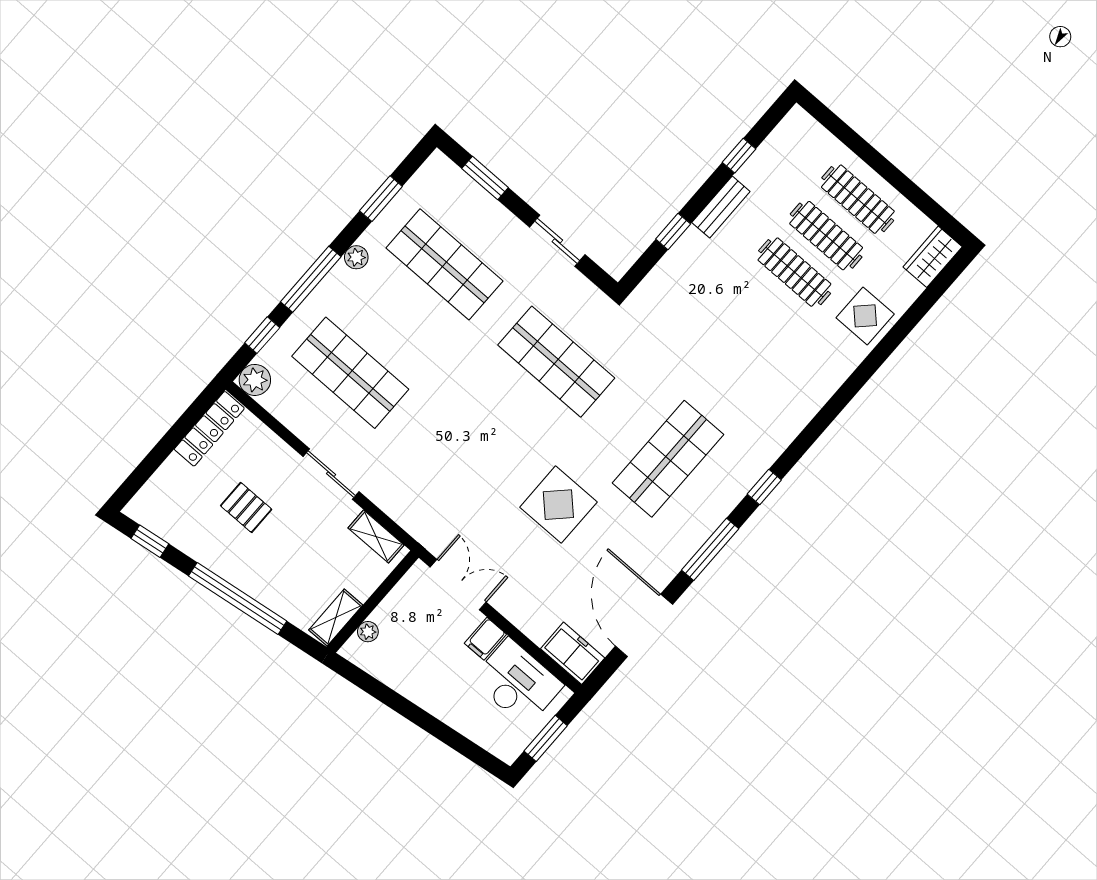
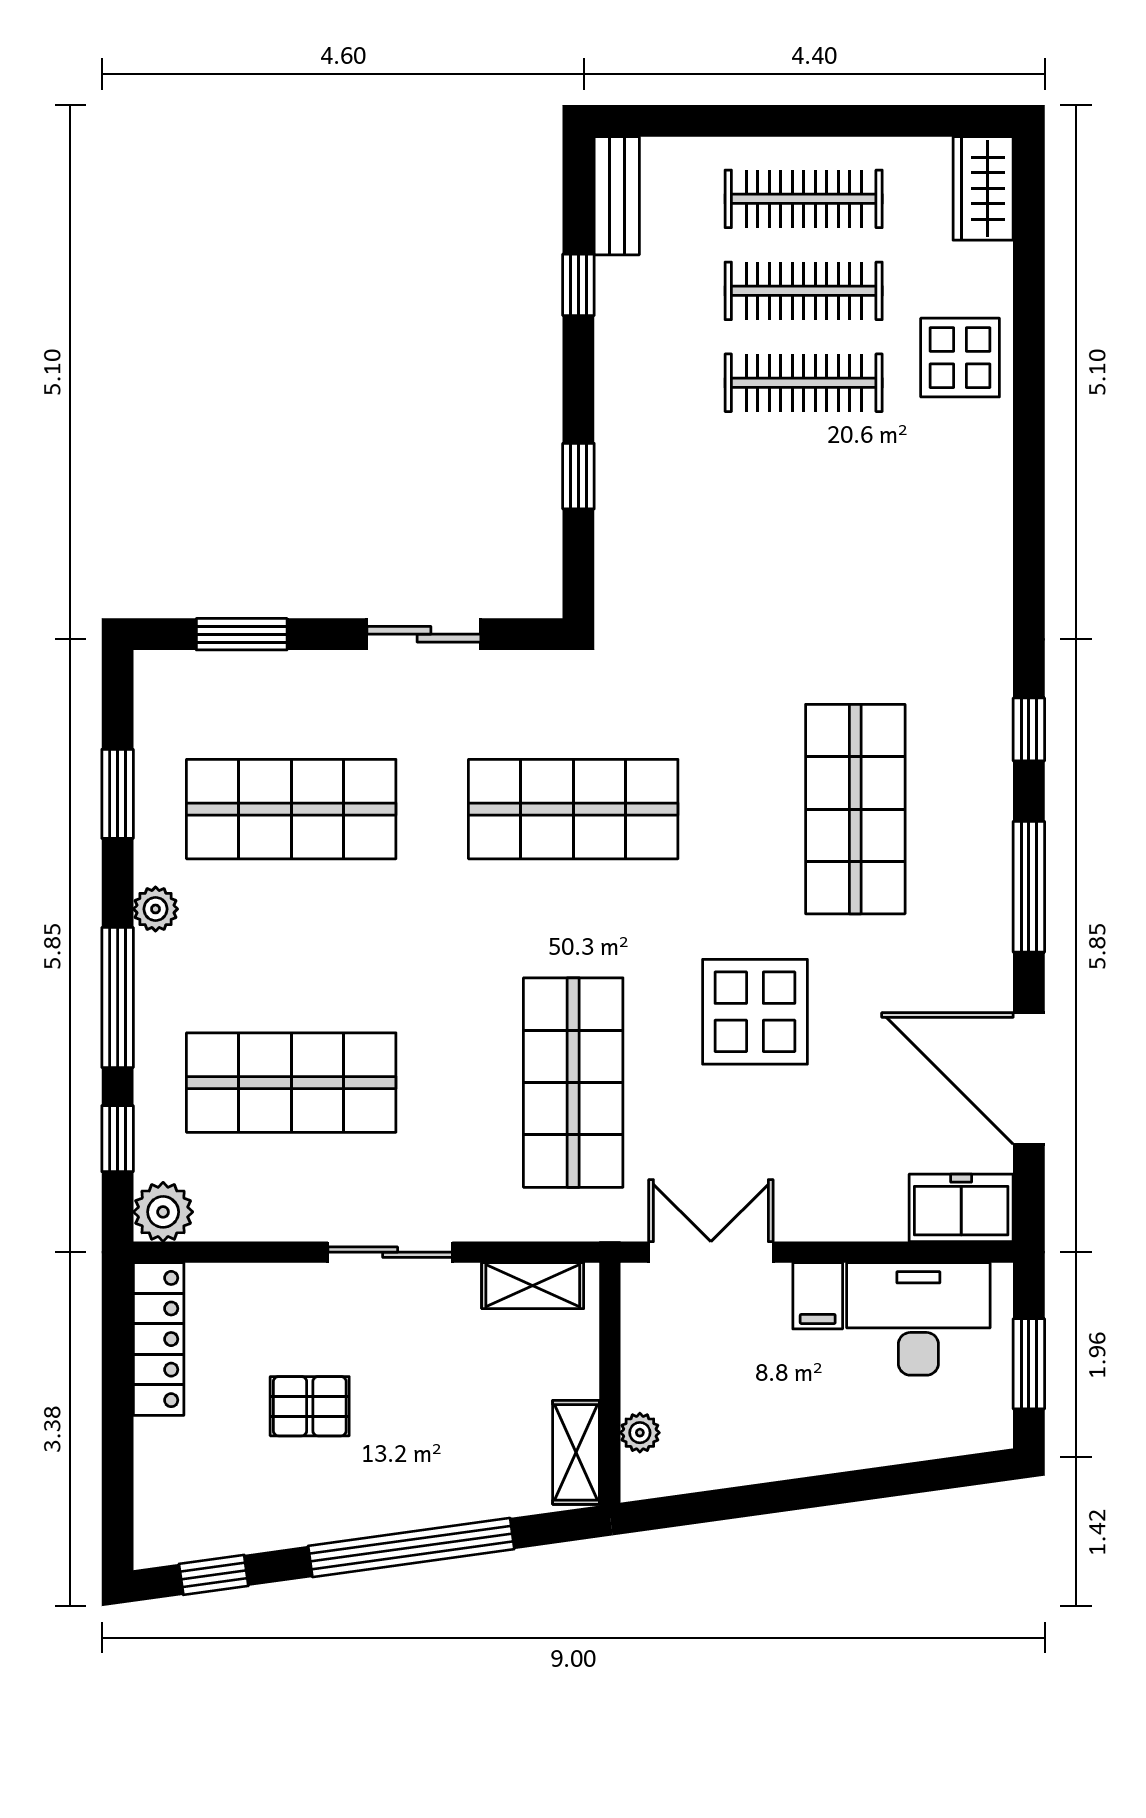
bench: (721, 207) -> (617, 196), moved
shop shelf: (462, 470) -> (573, 1083), added

